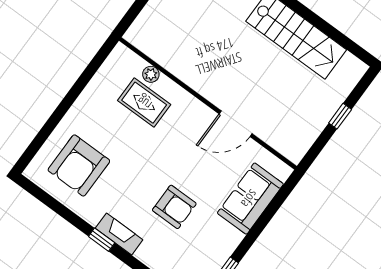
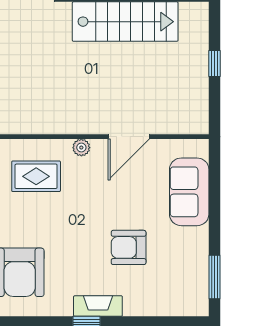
plant: (151, 74) -> (81, 148), moved
armchair: (174, 207) -> (129, 247), turned 180

